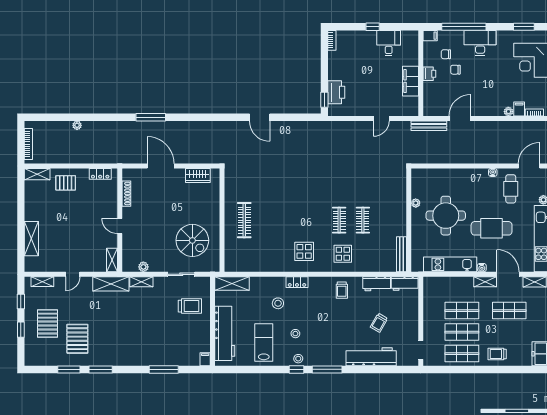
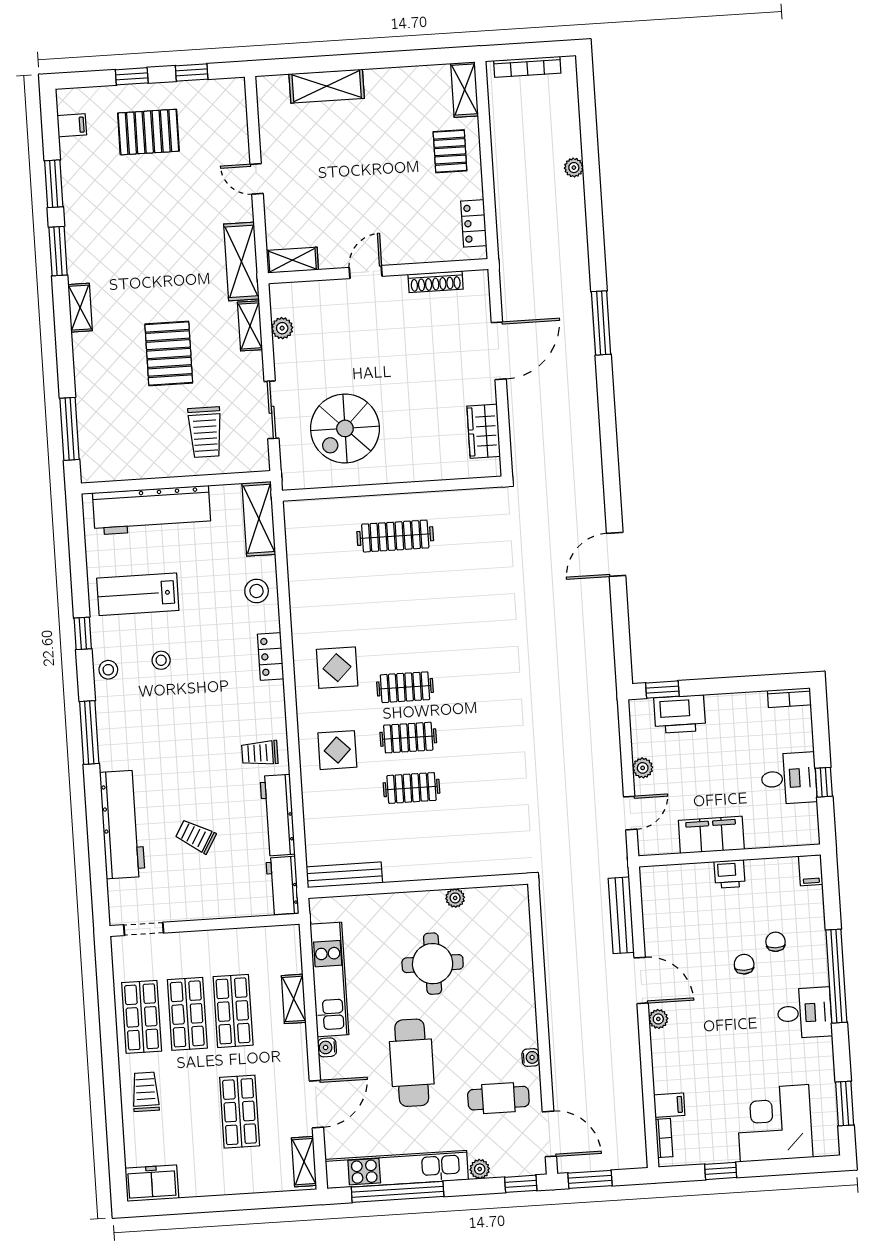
filing cabinet: (430, 36) -> (811, 870), moved
desk: (389, 43) -> (789, 778), moved
desk: (480, 43) -> (805, 1013), width x0.73
wall: (421, 73) -> (730, 855), moved
printer: (429, 74) -> (730, 874), moved
filing cabinet: (411, 81) -> (711, 835), moved
plant: (360, 111) -> (643, 768), added
plant: (508, 112) -> (658, 1019), moved
door: (381, 118) -> (630, 813), swing flipped
round table: (446, 216) -> (433, 964), width x0.73, depth x0.73
clothes rail: (315, 220) -> (405, 687), added
shelving: (42, 282) -> (80, 308), moved
shelving: (485, 282) -> (294, 999), moved
workbench: (377, 284) -> (278, 815), width x1.38
stool: (278, 303) -> (257, 591), moved
pallet: (77, 339) -> (169, 353), moved, turned 90
lab bench: (264, 343) -> (138, 594), turned 180
filing cabinet: (205, 359) -> (72, 125), moved
window: (164, 369) -> (70, 429), moved
window: (296, 369) -> (83, 633), moved

